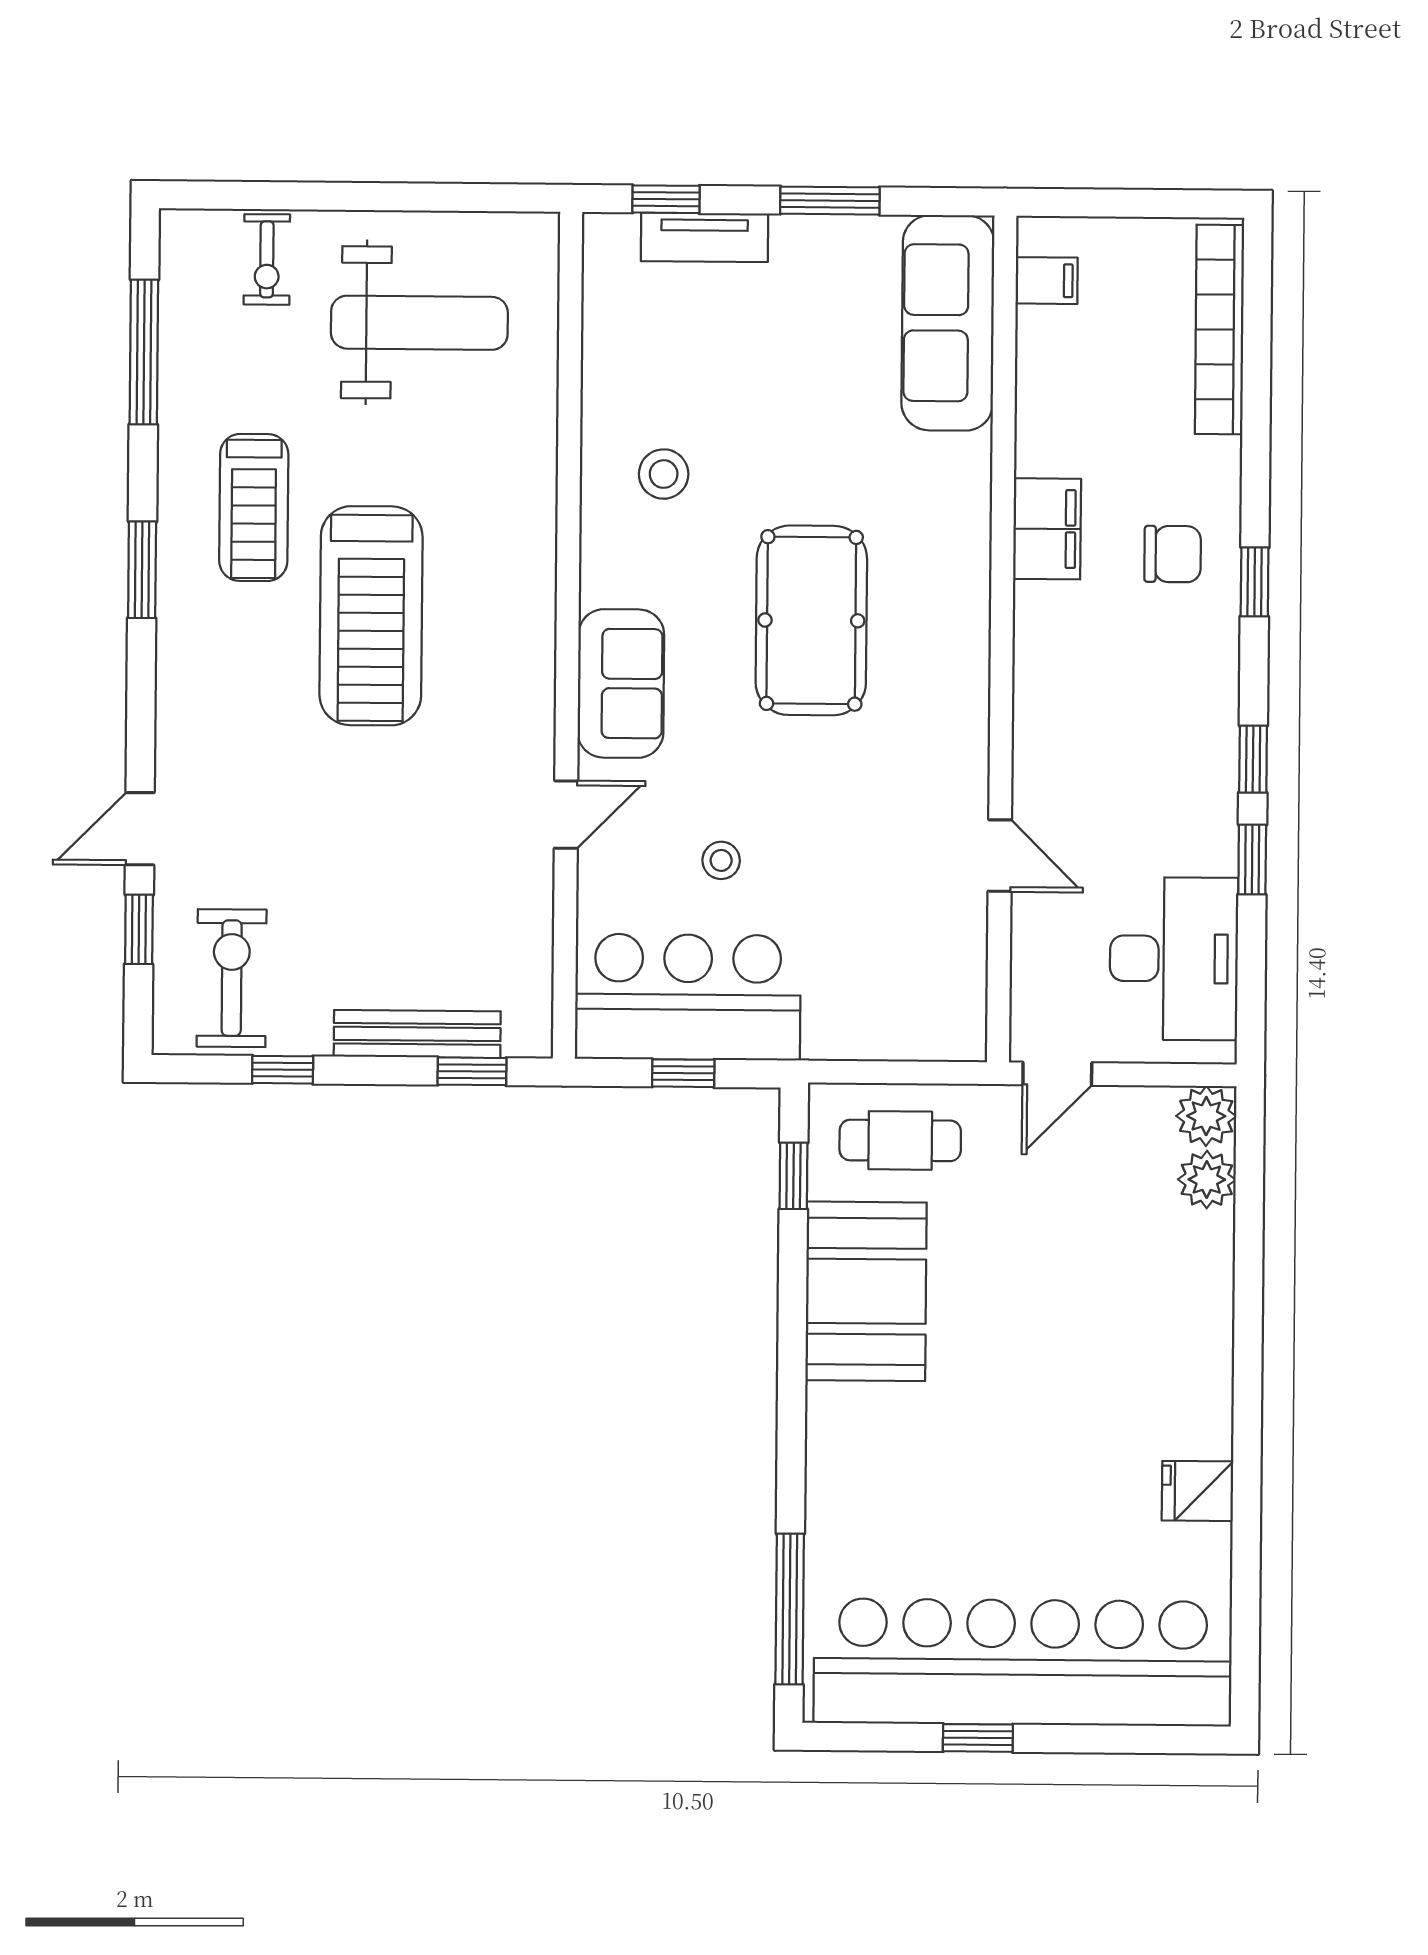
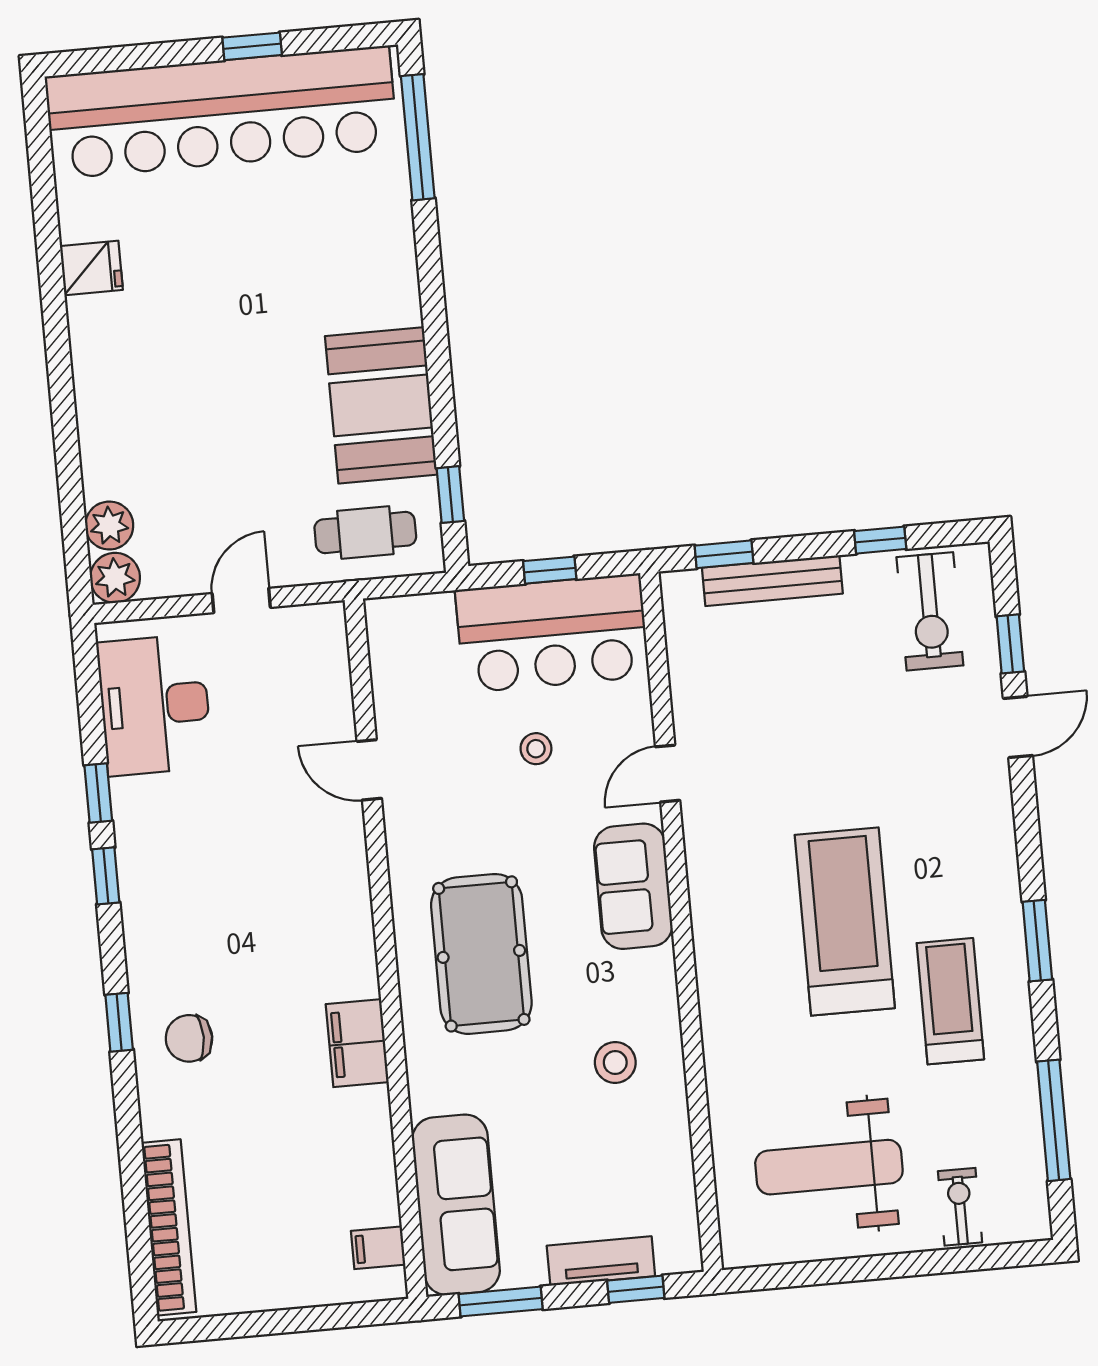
filing cabinet: (1047, 281) -> (378, 1248), moved
sofa: (948, 323) -> (456, 1205), moved
filing cabinet: (1047, 529) -> (357, 1043), moved
wall: (1002, 639) -> (386, 949), moved
door: (1000, 856) -> (369, 770), moved

